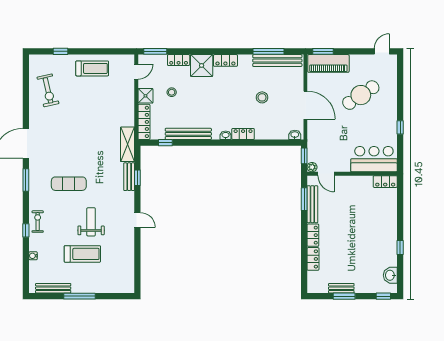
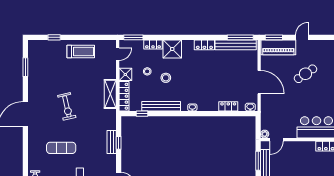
window: (269, 51) -> (240, 37), moved
door: (382, 51) -> (302, 37), moved
locker: (225, 60) -> (204, 45), moved
exercise bike: (48, 90) -> (67, 106), moved
cafe table: (361, 95) -> (305, 74), width x0.73, depth x0.74
stool: (262, 97) -> (166, 78), moved
locker: (243, 134) -> (228, 106), moved
shelving: (127, 144) -> (110, 94), moved
window: (304, 156) -> (258, 125), removed
door: (326, 174) -> (276, 140), hinge flipped
window: (26, 180) -> (25, 67), moved

